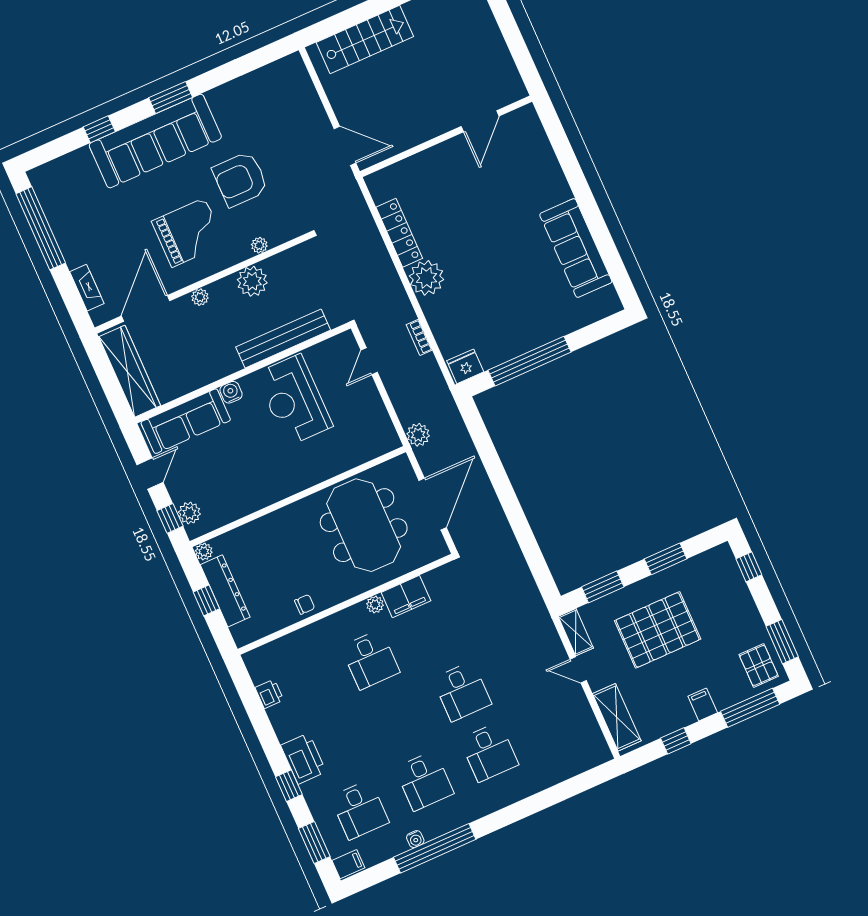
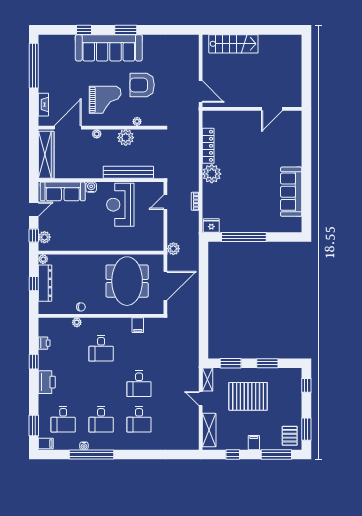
filing cabinet: (406, 597) -> (138, 325), width x0.50
plant: (375, 604) -> (77, 322), moved
window: (289, 786) -> (34, 362), moved

